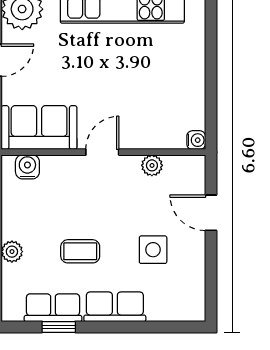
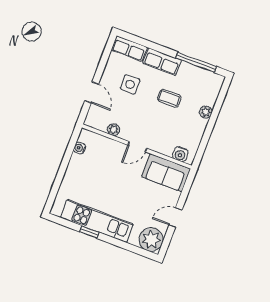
water cooler: (196, 140) -> (79, 148), moved
row of seats: (53, 308) -> (129, 49), moved
window: (59, 327) -> (196, 62), width x2.17

